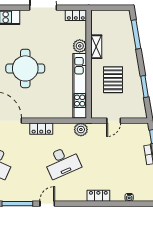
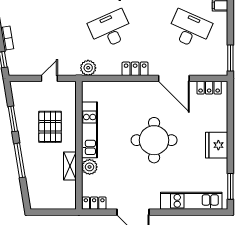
window: (136, 34) -> (20, 160), moved
kitchen unit: (80, 86) -> (90, 130), width x0.73

